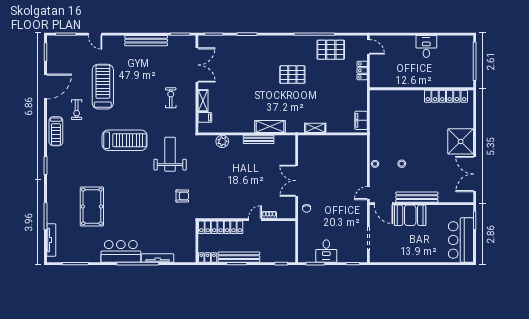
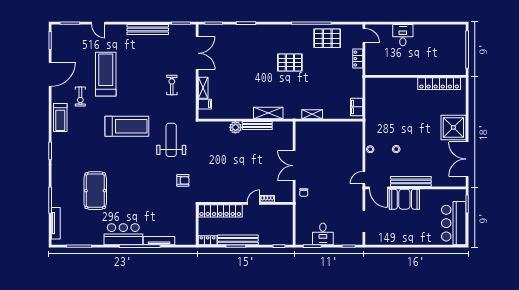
desk: (426, 46) -> (403, 35), moved
plant: (222, 141) -> (235, 127), moved

